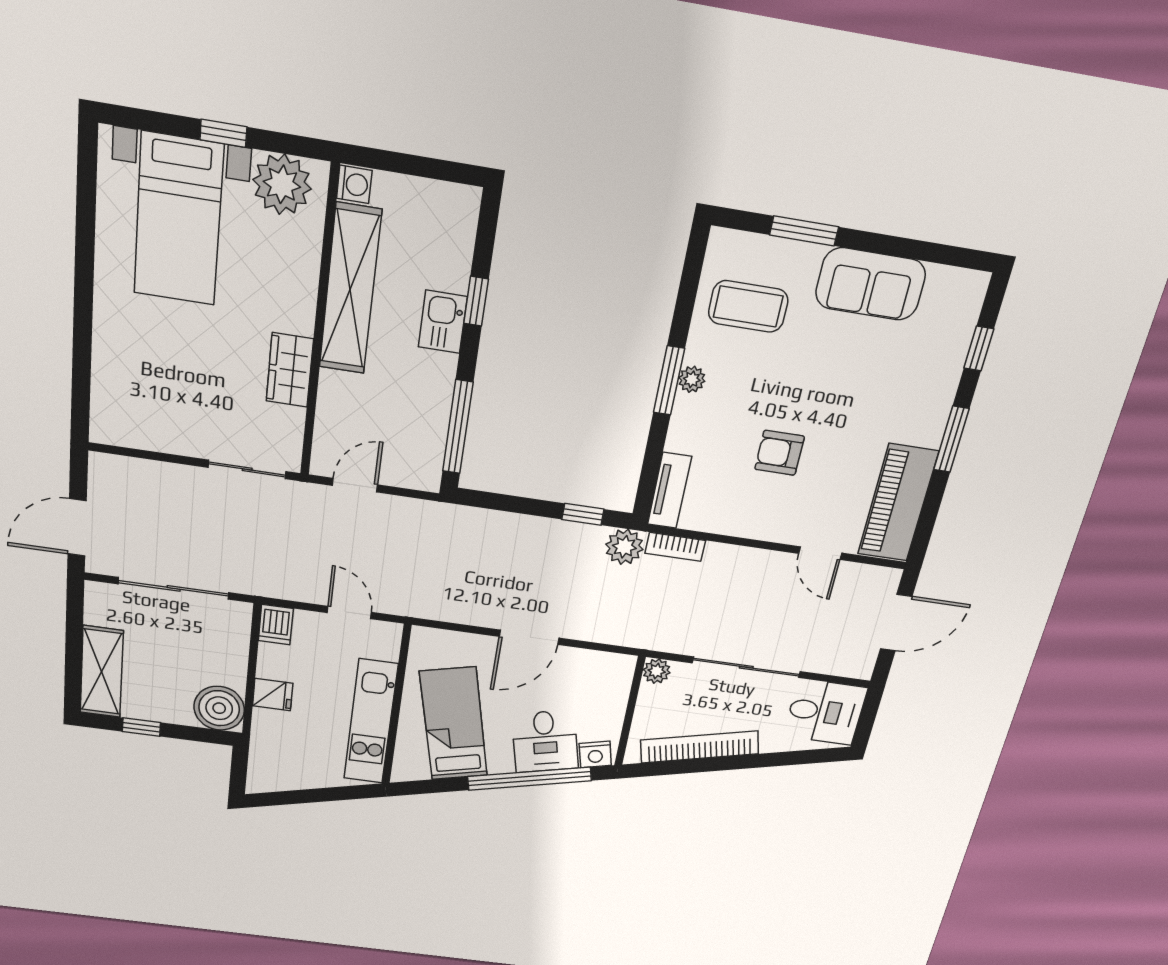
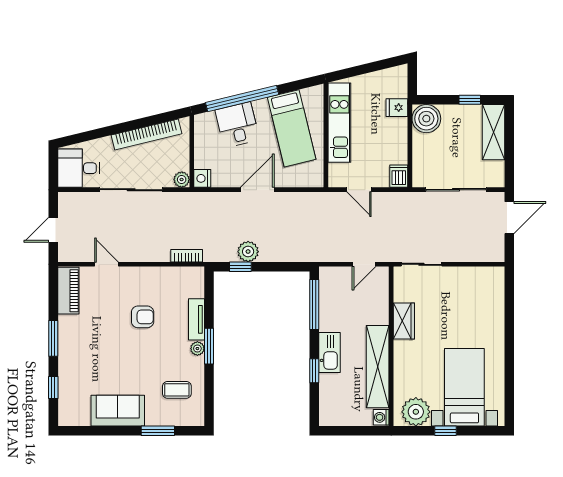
coffee table: (748, 306) -> (177, 390), width x0.73, depth x0.77
kitchen sink: (443, 322) -> (329, 352), width x1.38
tv unit: (669, 490) -> (197, 319), moved
piano: (898, 503) -> (68, 291), width x0.73, depth x0.75
plant: (624, 547) -> (248, 252), moved
door: (896, 623) -> (53, 230), width x0.73
fridge: (273, 695) -> (397, 108), moved
nightstand: (595, 754) -> (202, 178), moved, turned -76

